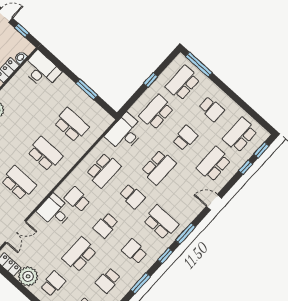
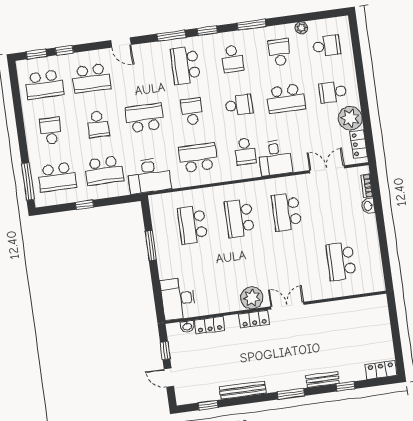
school desk: (185, 138) -> (98, 124), turned -90
school desk: (108, 280) -> (279, 52), turned -90

